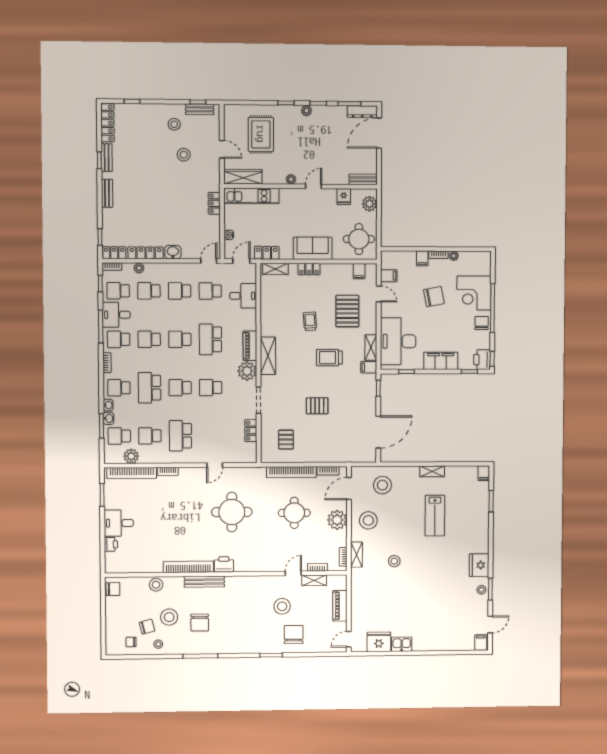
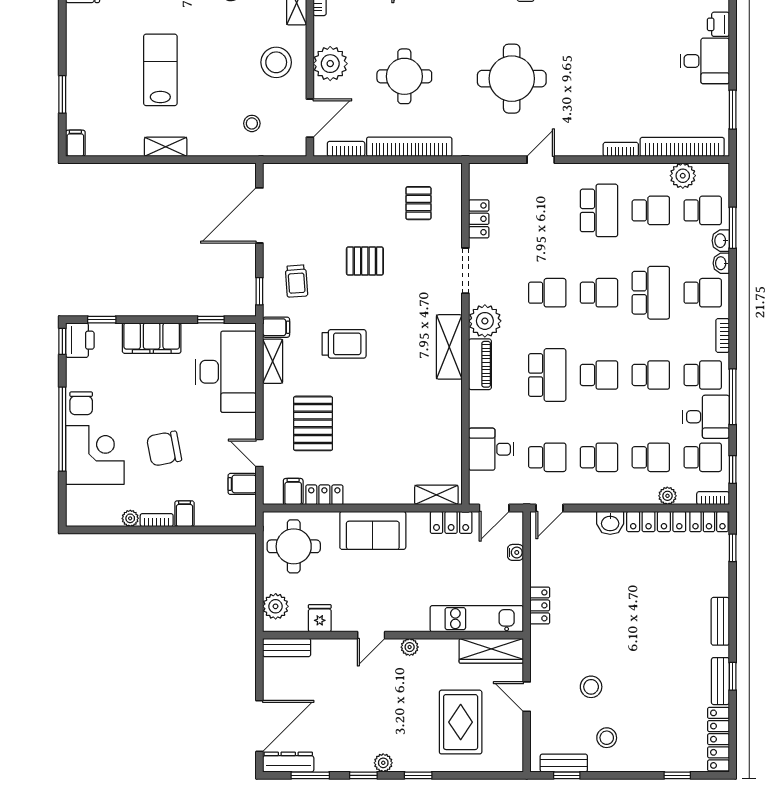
locker: (309, 269) -> (324, 495), moved
trolley: (310, 321) -> (296, 281), moved
stool: (382, 485) -> (252, 123), width x0.53, depth x0.53

